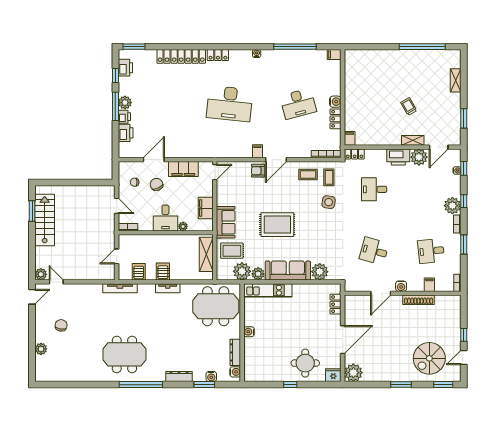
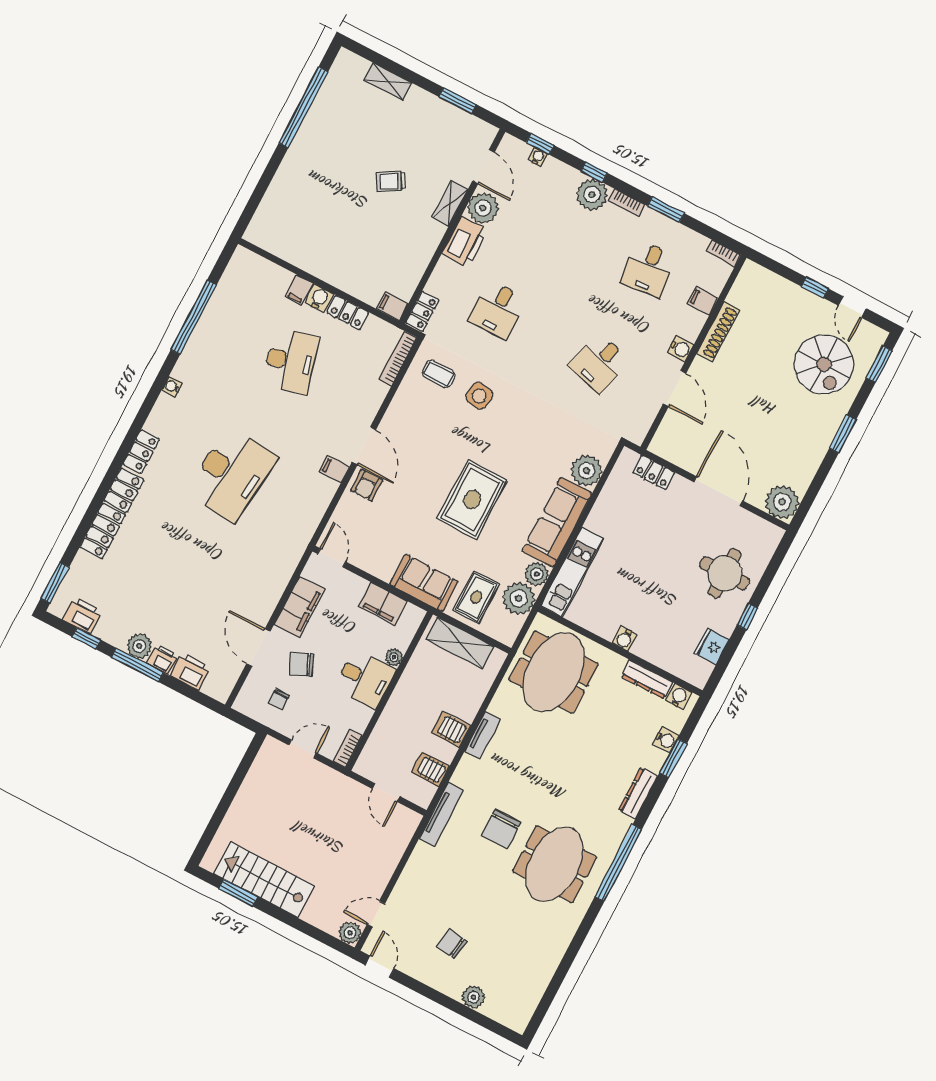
filing cabinet: (334, 55) -> (299, 290), moved
coffee table: (308, 174) -> (416, 406), removed
chair: (128, 320) -> (501, 829), added
fridge: (333, 375) -> (712, 646), moved

